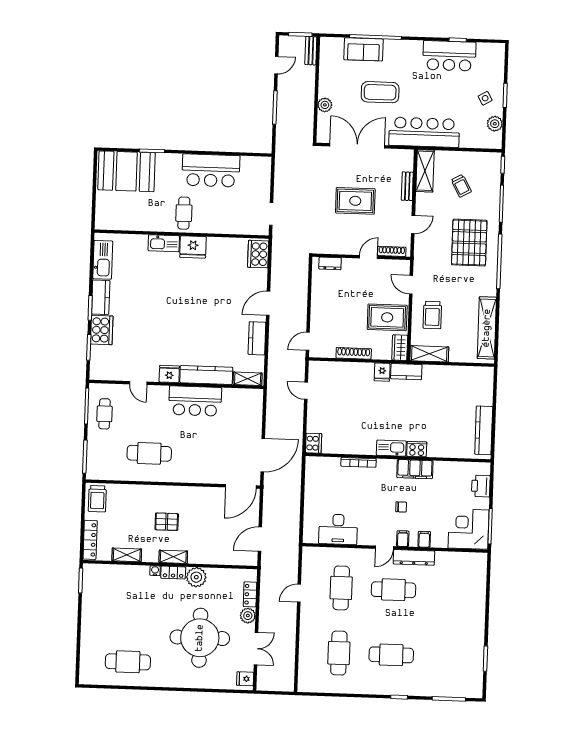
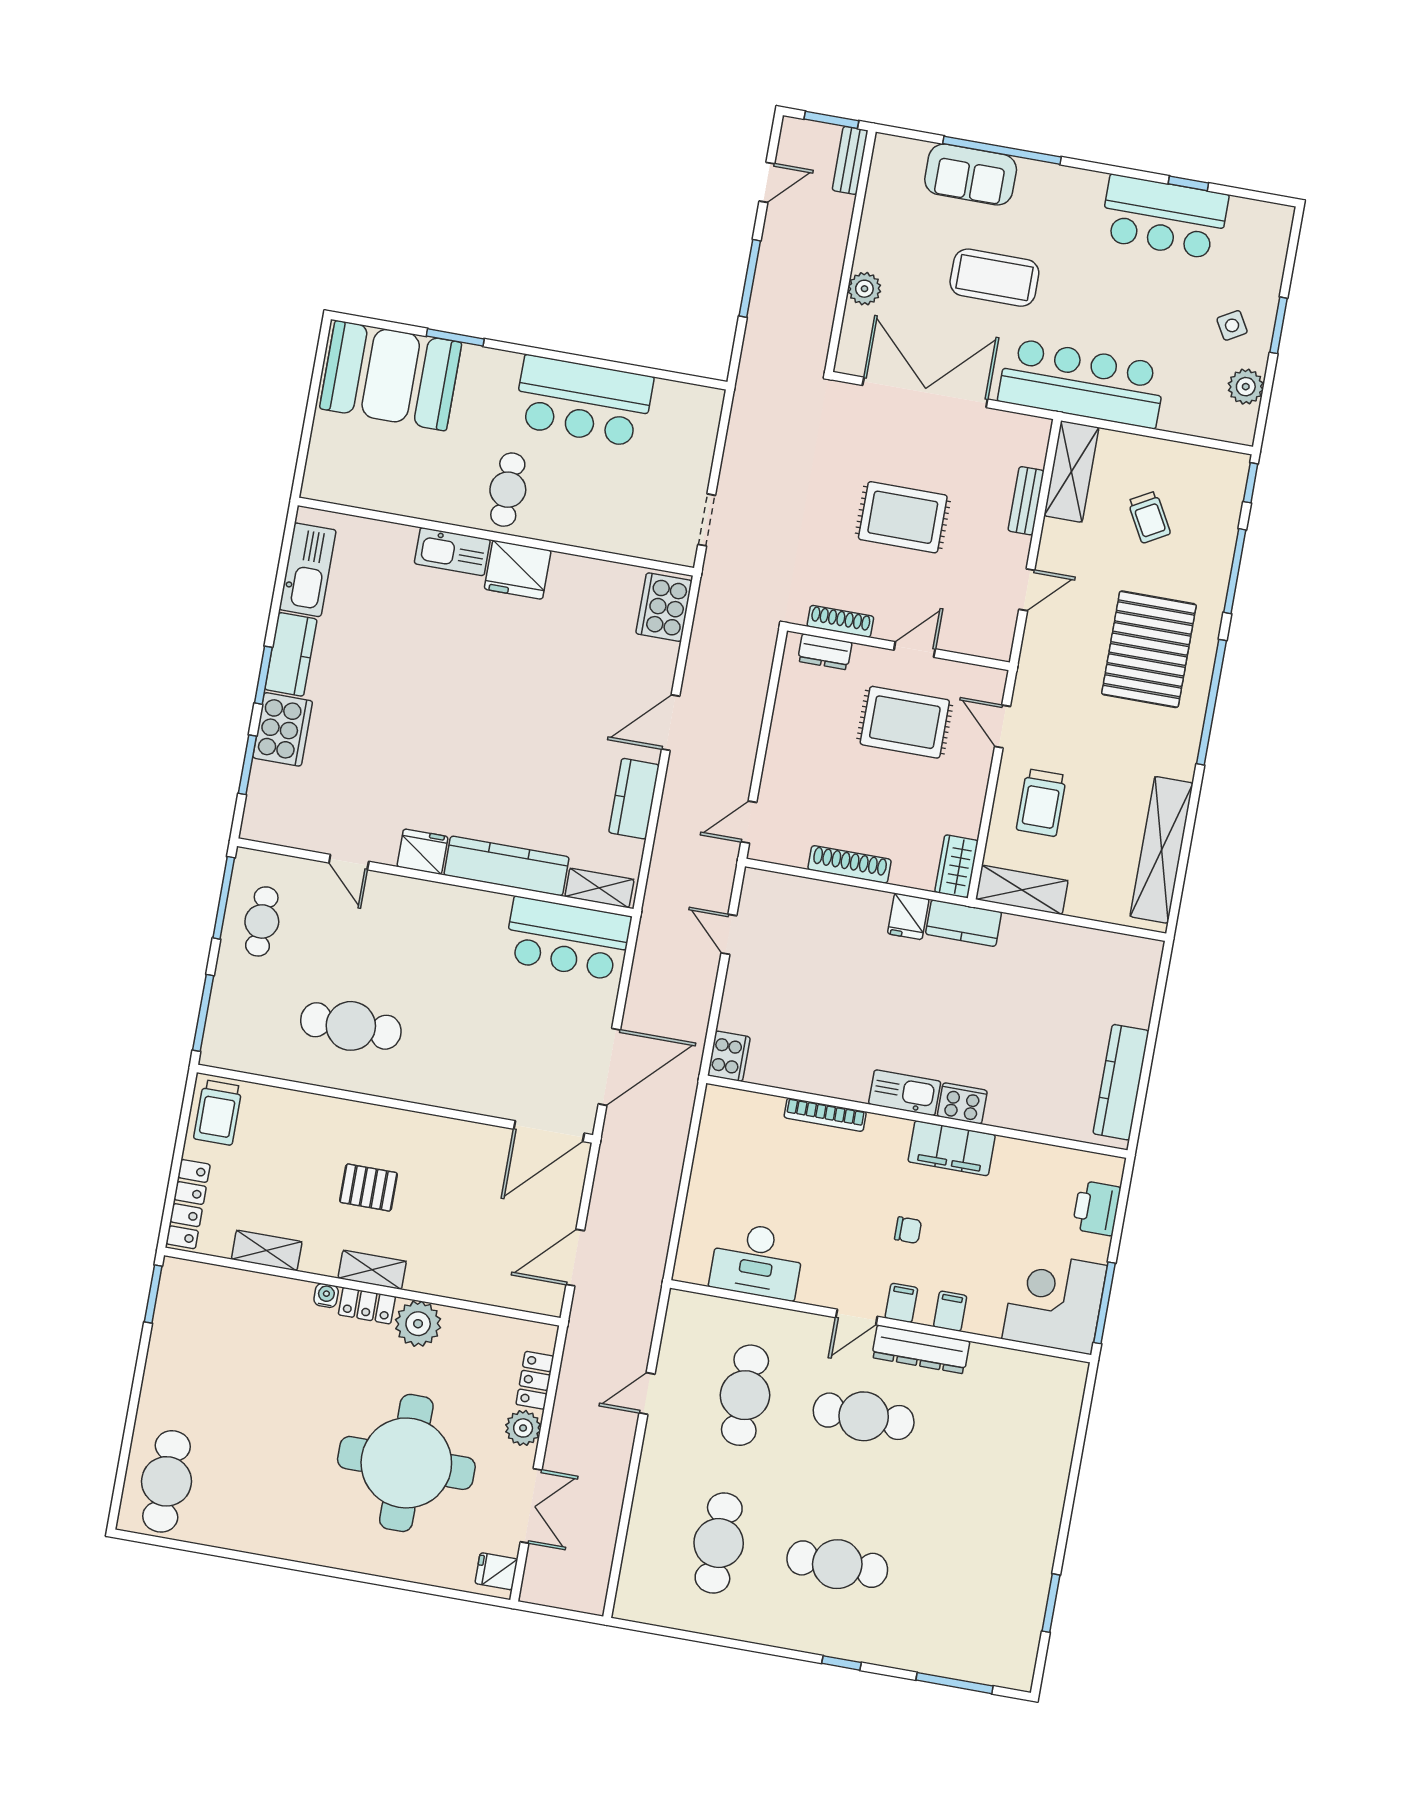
shoe rack: (392, 251) -> (840, 621), moved
rug: (387, 317) -> (905, 722), moved
bar counter: (195, 401) -> (567, 939), moved
cafe table: (128, 662) -> (166, 1481), moved, turned 90

